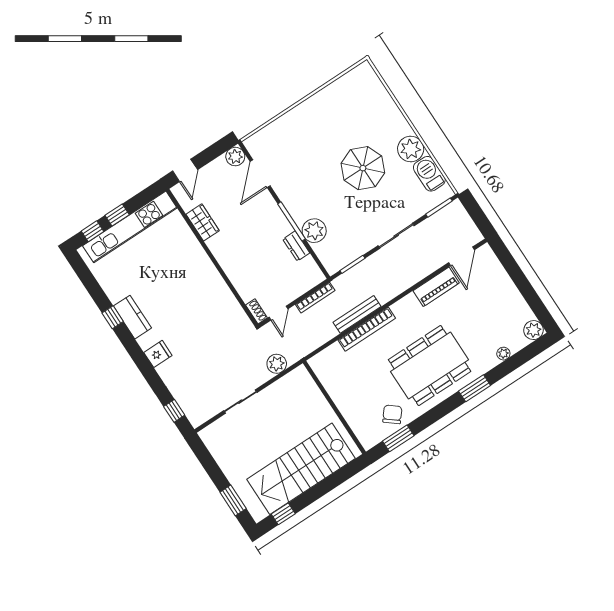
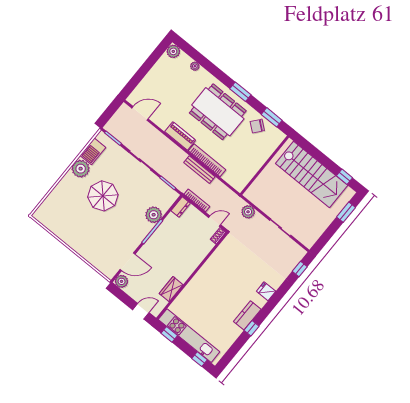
window: (117, 215) -> (169, 334), moved
dresser: (296, 246) -> (181, 207), moved
piano: (436, 287) -> (180, 136), moved
window: (475, 388) -> (240, 92), moved

